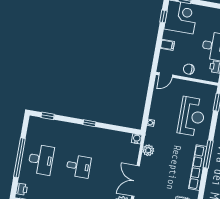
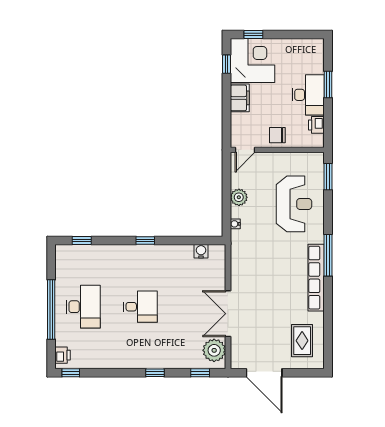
filing cabinet: (167, 45) -> (240, 98), width x2.00
water cooler: (137, 139) -> (201, 251), moved
plant: (148, 150) -> (239, 197), moved

